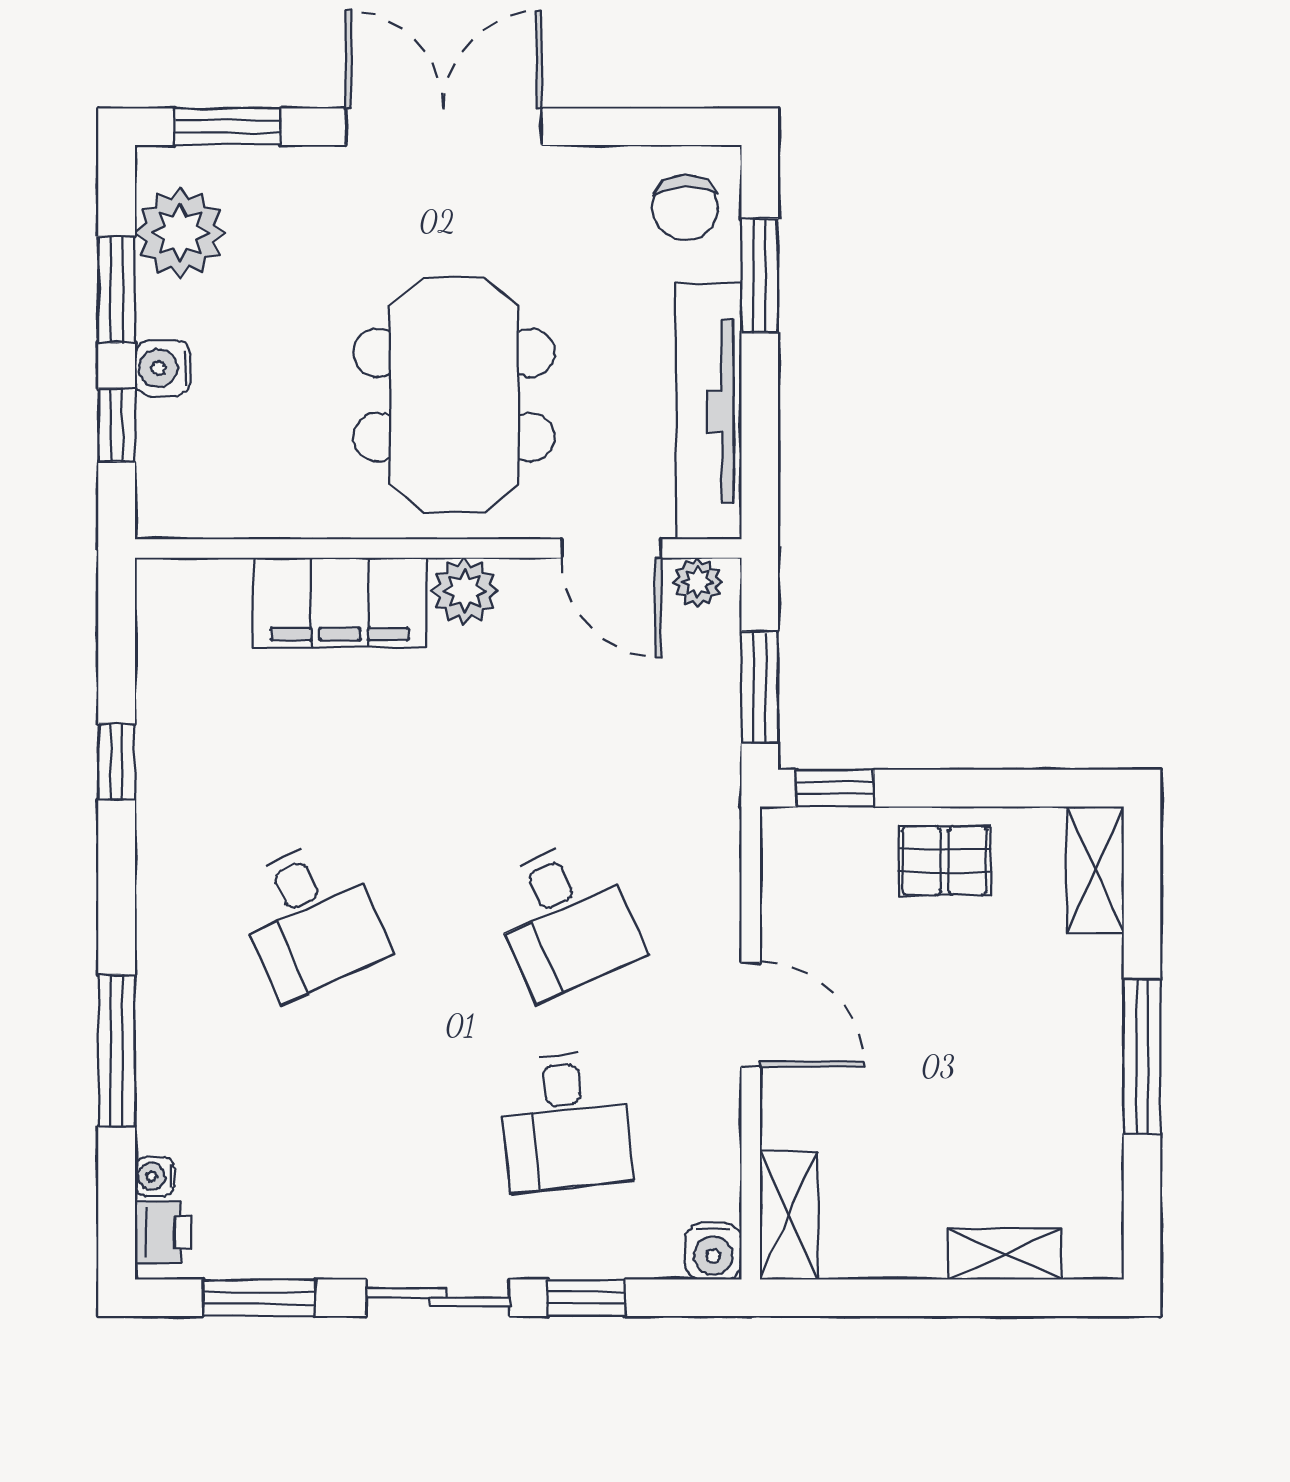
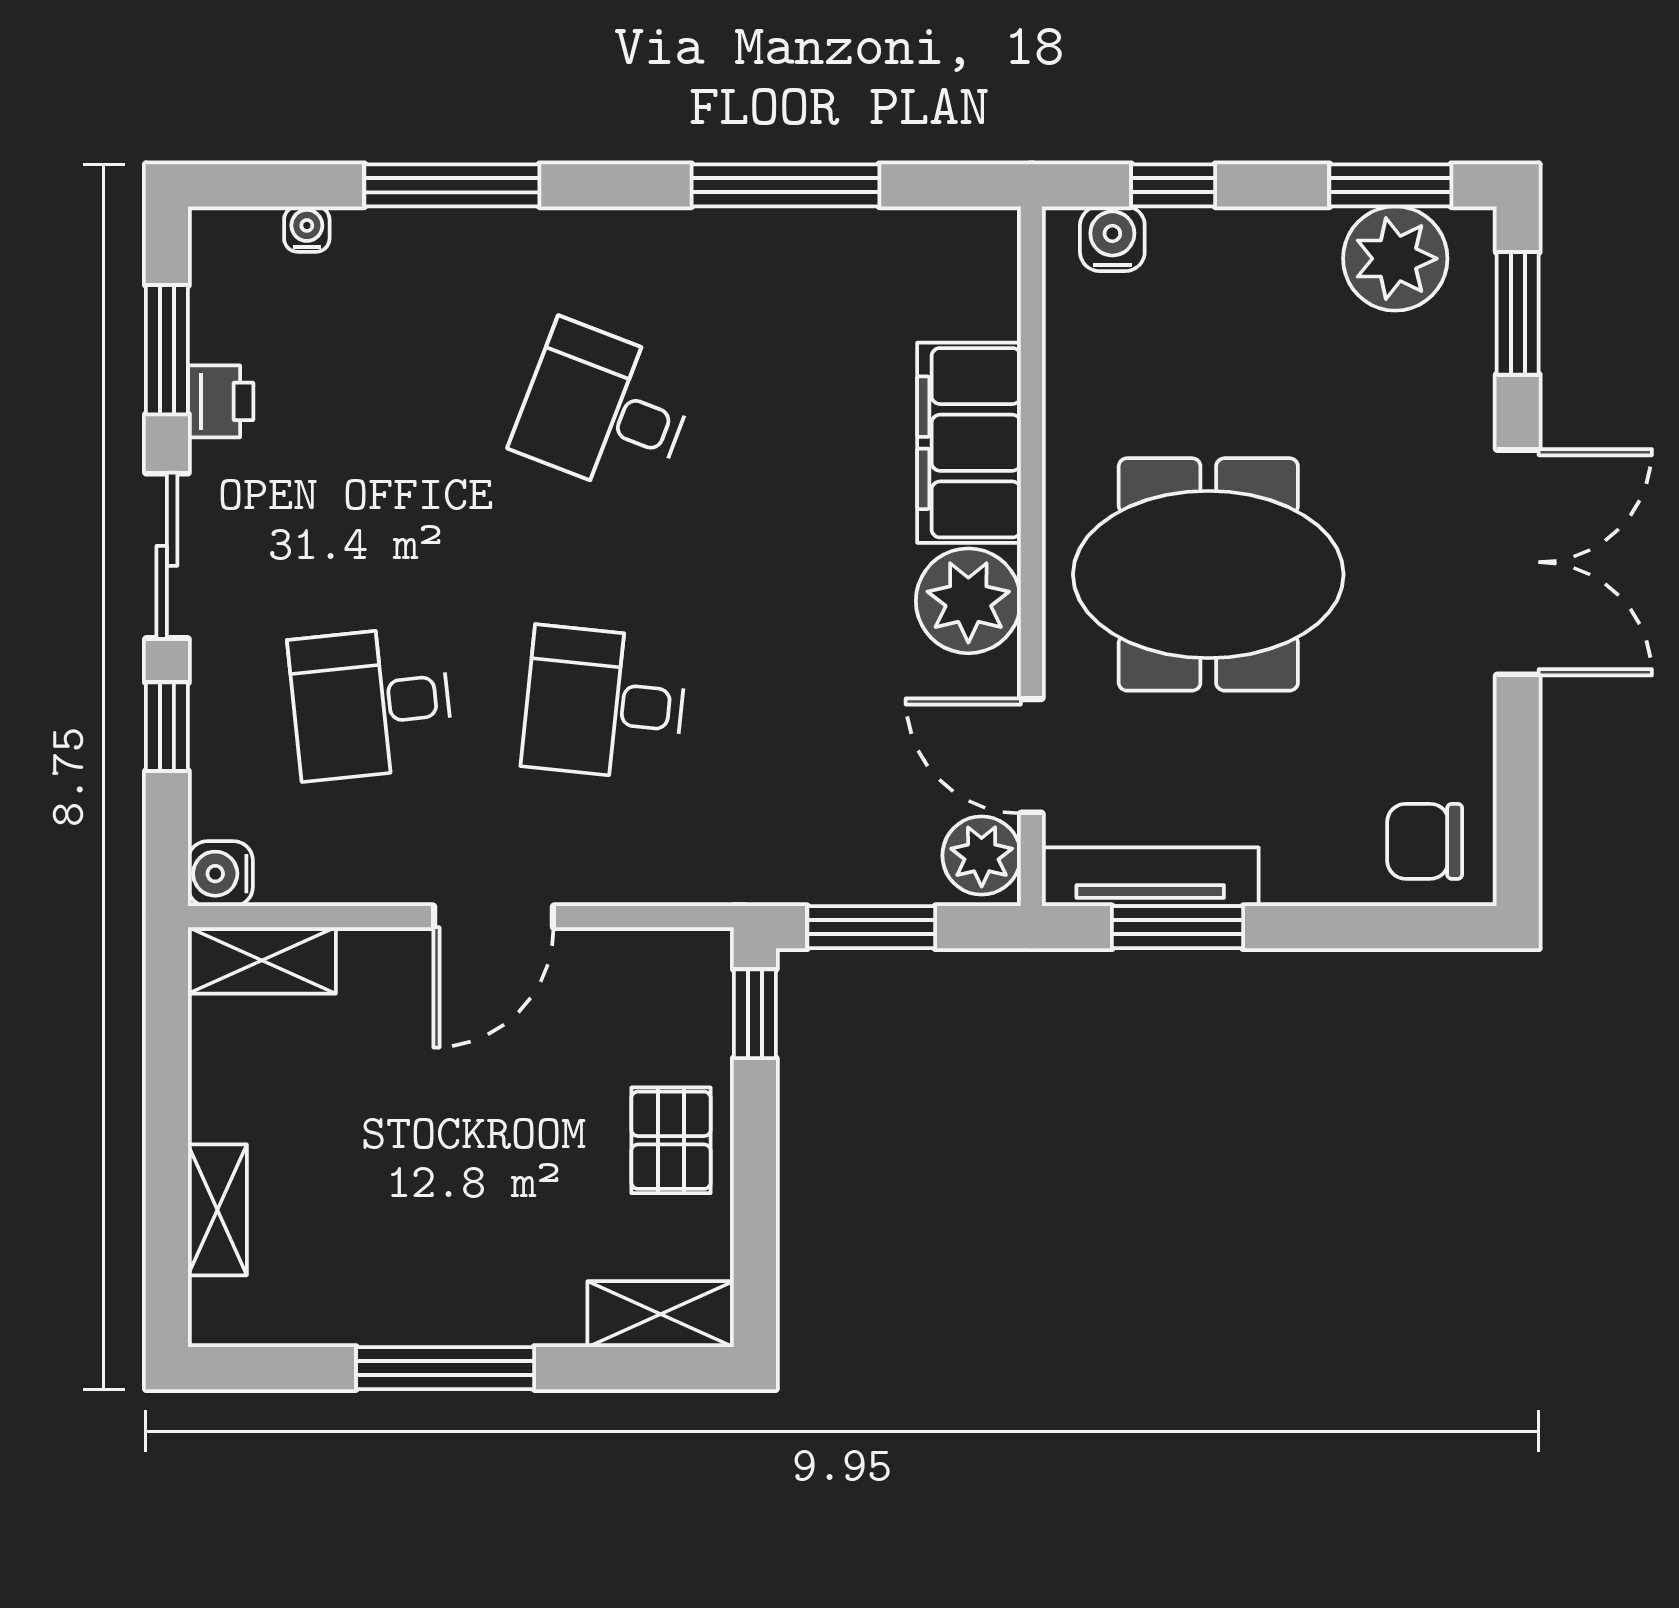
window: (760, 275) -> (1178, 927), moved
window: (117, 289) -> (1390, 185), moved
water cooler: (163, 368) -> (1112, 239), moved
tv unit: (709, 411) -> (1150, 877), width x0.73, depth x0.78
door: (611, 548) -> (1031, 756), hinge flipped
plant: (698, 582) -> (982, 855), width x1.38, depth x1.38
plant: (465, 591) -> (968, 601), width x1.36, depth x1.36
window: (117, 762) -> (785, 185), width x2.17
desk: (311, 919) -> (604, 409), turned 45
desk: (565, 919) -> (604, 703), turned 30
printer: (163, 1232) -> (221, 401), moved, turned -90

